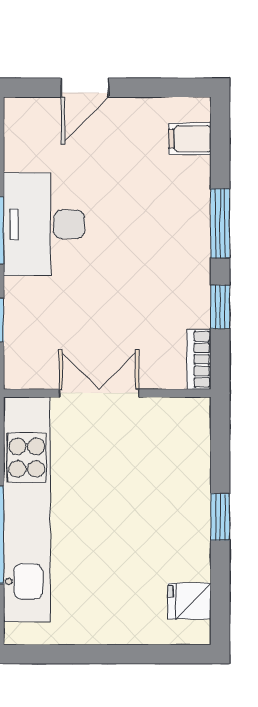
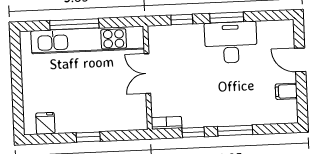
filing cabinet: (190, 139) -> (286, 91), moved, turned -90
double door: (99, 393) -> (147, 74), swing flipped

